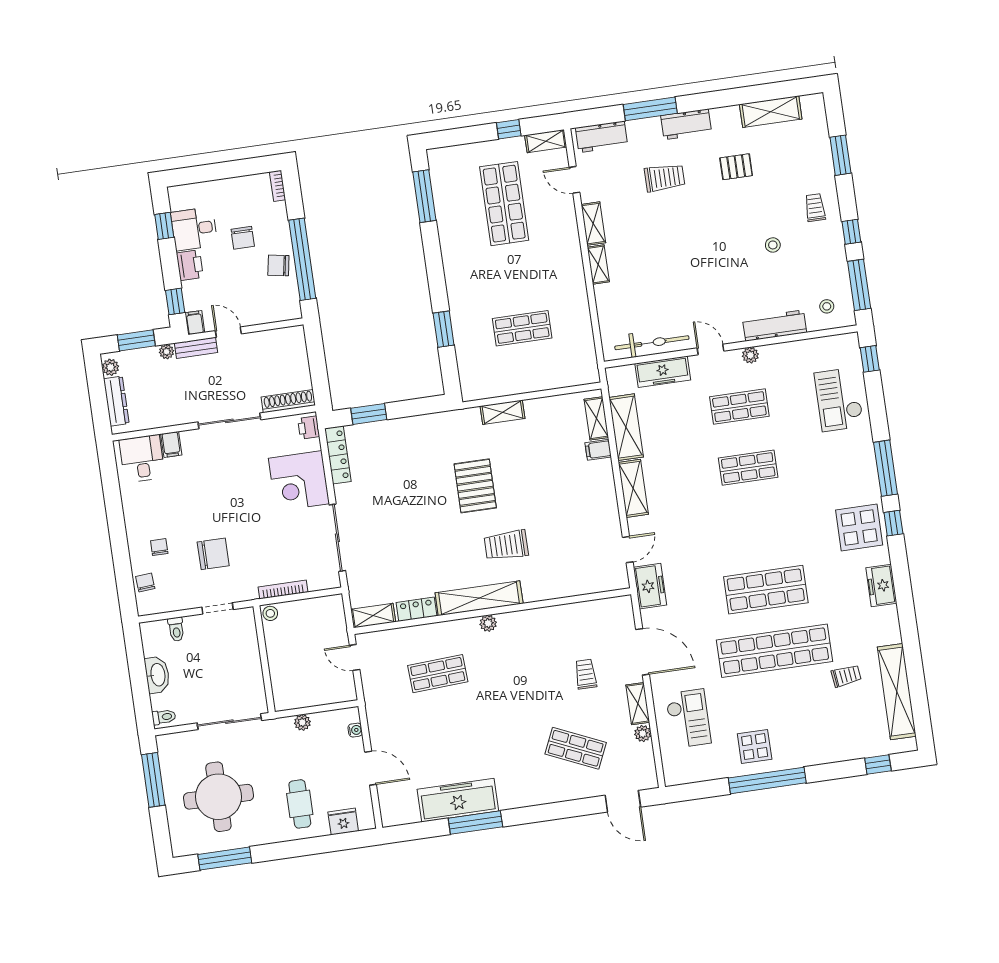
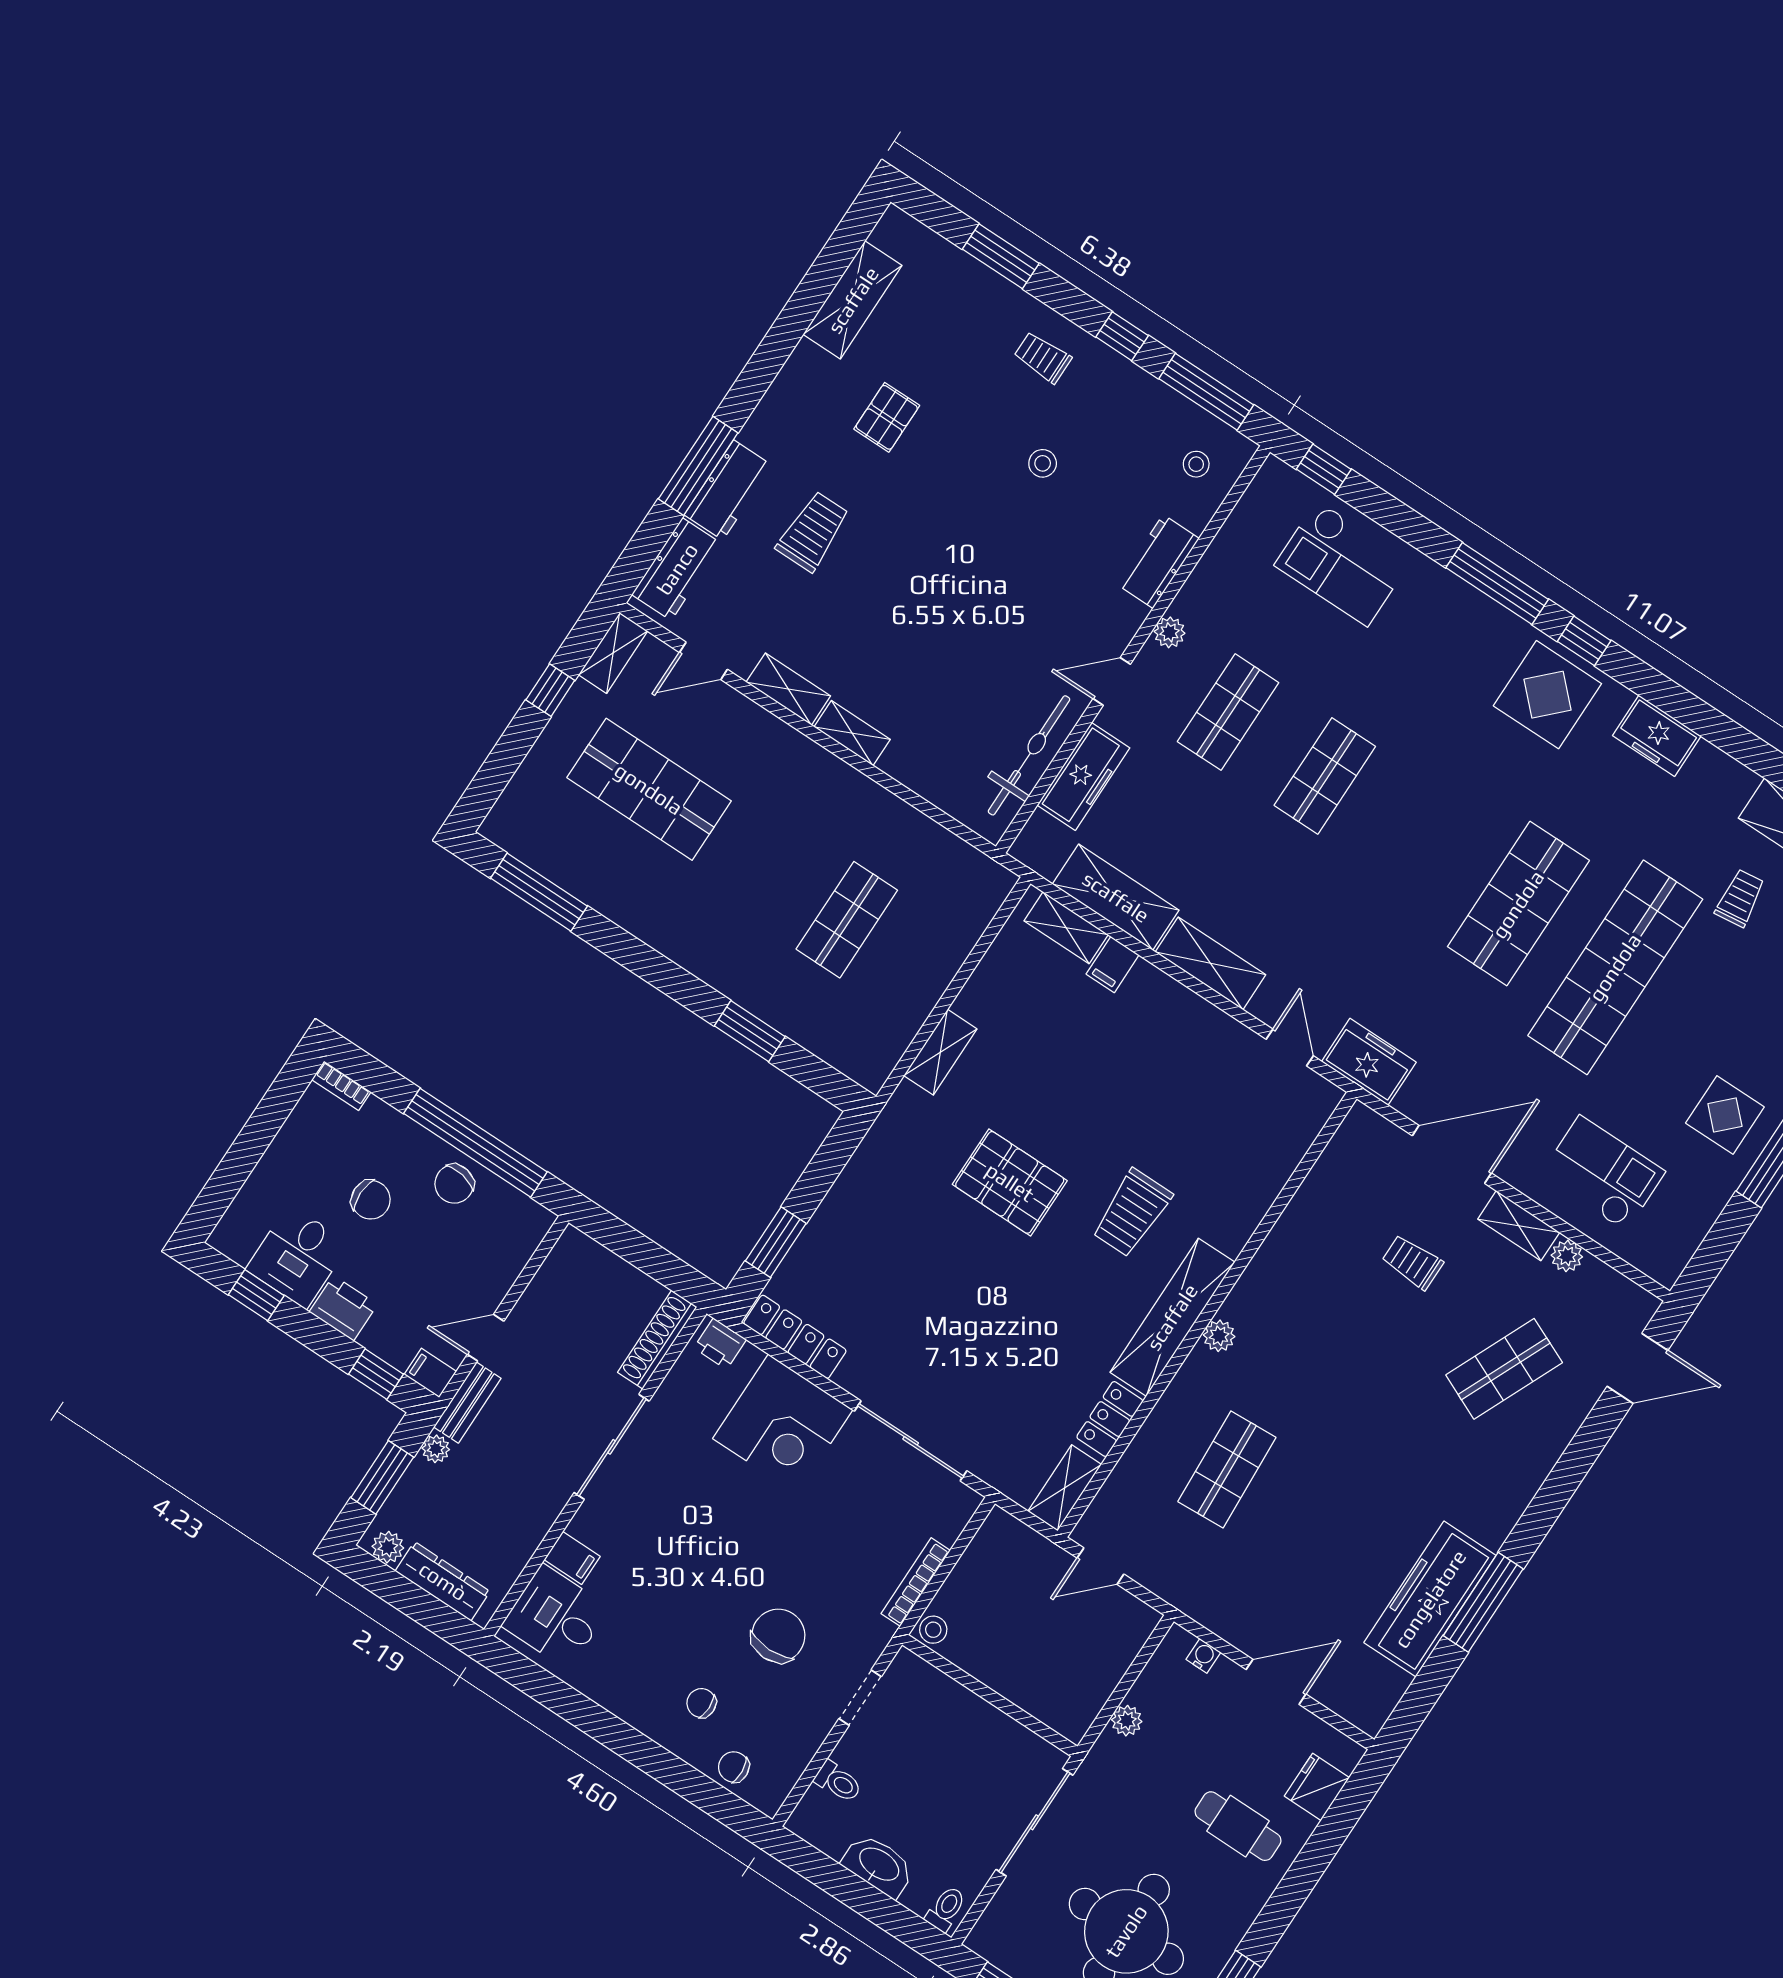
workbench: (686, 124) -> (728, 490), moved
workbench: (775, 326) -> (1158, 561), width x0.73

